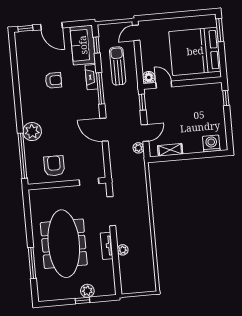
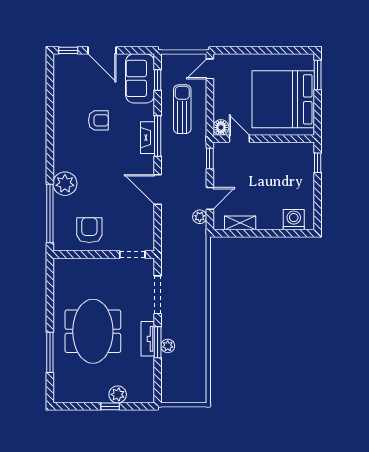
fireplace: (91, 77) -> (147, 138), moved
meeting table: (64, 244) -> (93, 331), width x0.73
window: (115, 248) -> (158, 342), added

